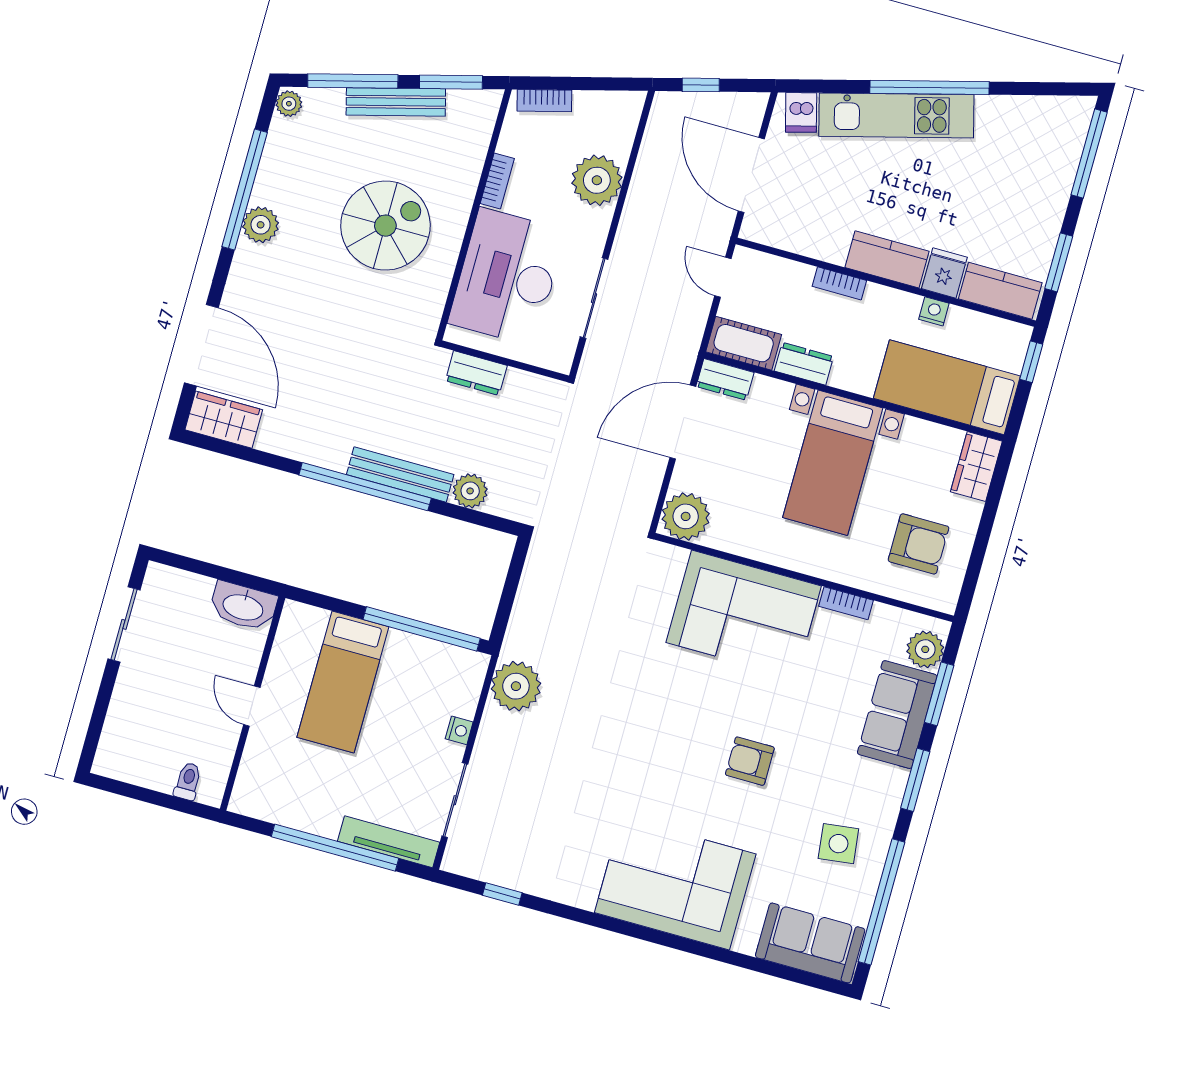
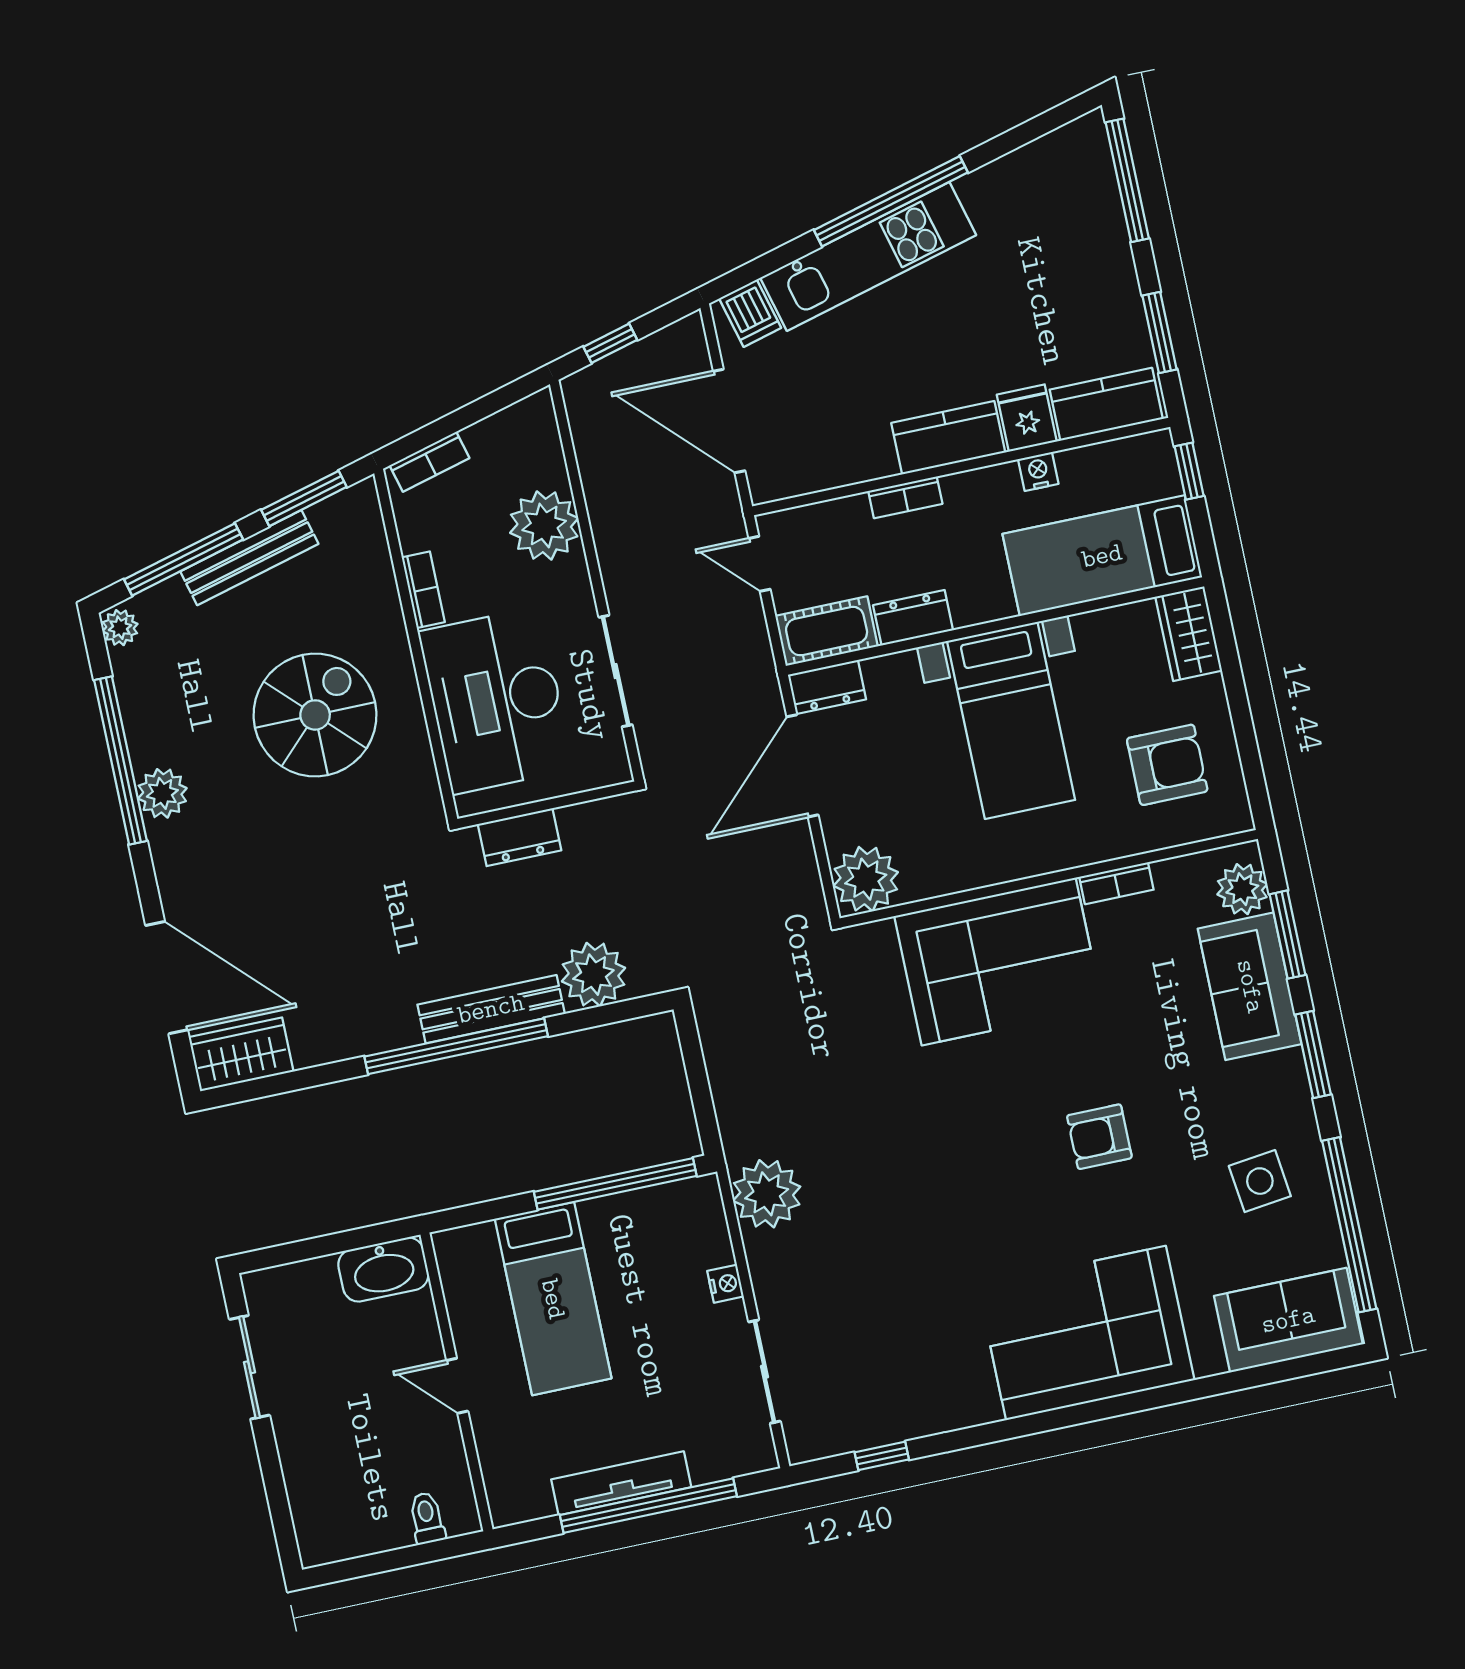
plant: (470, 491) -> (593, 975), width x1.36, depth x1.36
tv unit: (389, 842) -> (621, 1483), moved

